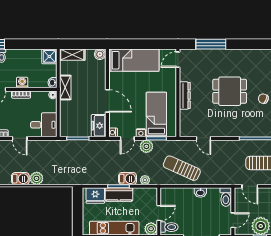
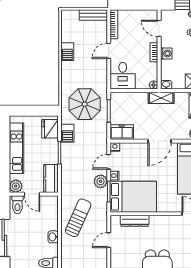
dresser: (185, 96) -> (135, 221), moved
door: (107, 101) -> (159, 141), moved
bed: (156, 115) -> (133, 197), width x1.50
door: (127, 138) -> (109, 162), hinge flipped
parasol: (71, 162) -> (85, 104), added
plant: (37, 178) -> (68, 68), removed
barbecue: (127, 179) -> (67, 133), moved
plant: (145, 180) -> (66, 180), removed
kitchen counter: (119, 195) -> (51, 179), moved

